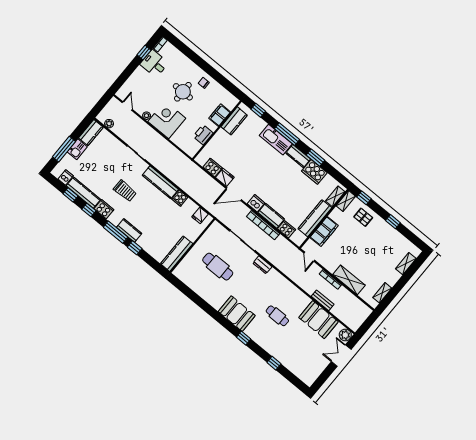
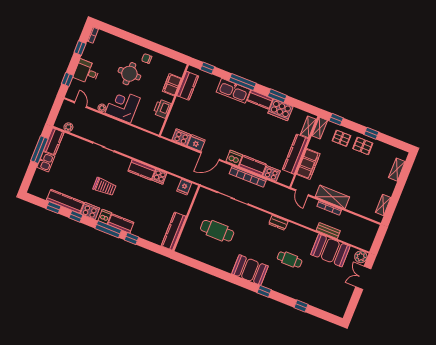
desk: (154, 64) -> (87, 72), moved
window: (123, 78) -> (67, 79), added
window: (64, 149) -> (39, 150), moved
dishwasher: (66, 177) -> (105, 217), moved
kitchen counter: (160, 182) -> (142, 170), width x0.67
pallet: (381, 231) -> (363, 146), added
dresser: (262, 265) -> (278, 223), moved
shelving: (349, 280) -> (332, 197), moved

